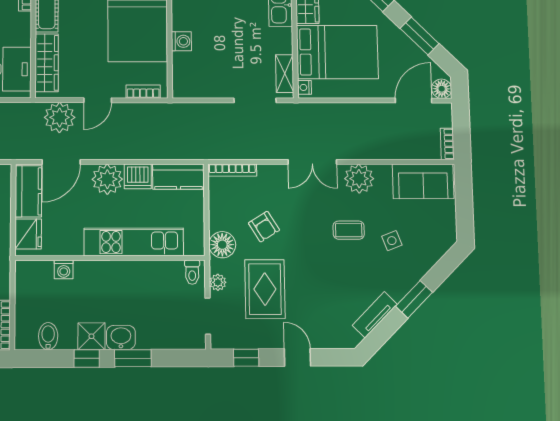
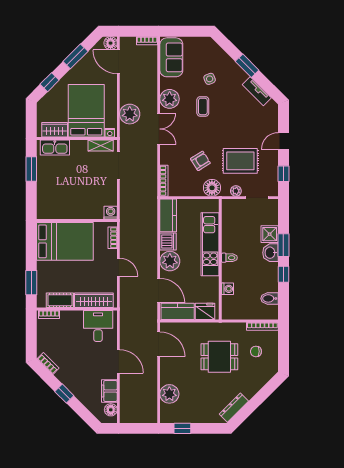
washing machine: (181, 41) -> (111, 213), moved
plant: (60, 117) -> (130, 114), moved
toilet: (192, 272) -> (229, 258), moved
shower: (91, 336) -> (270, 234), moved

